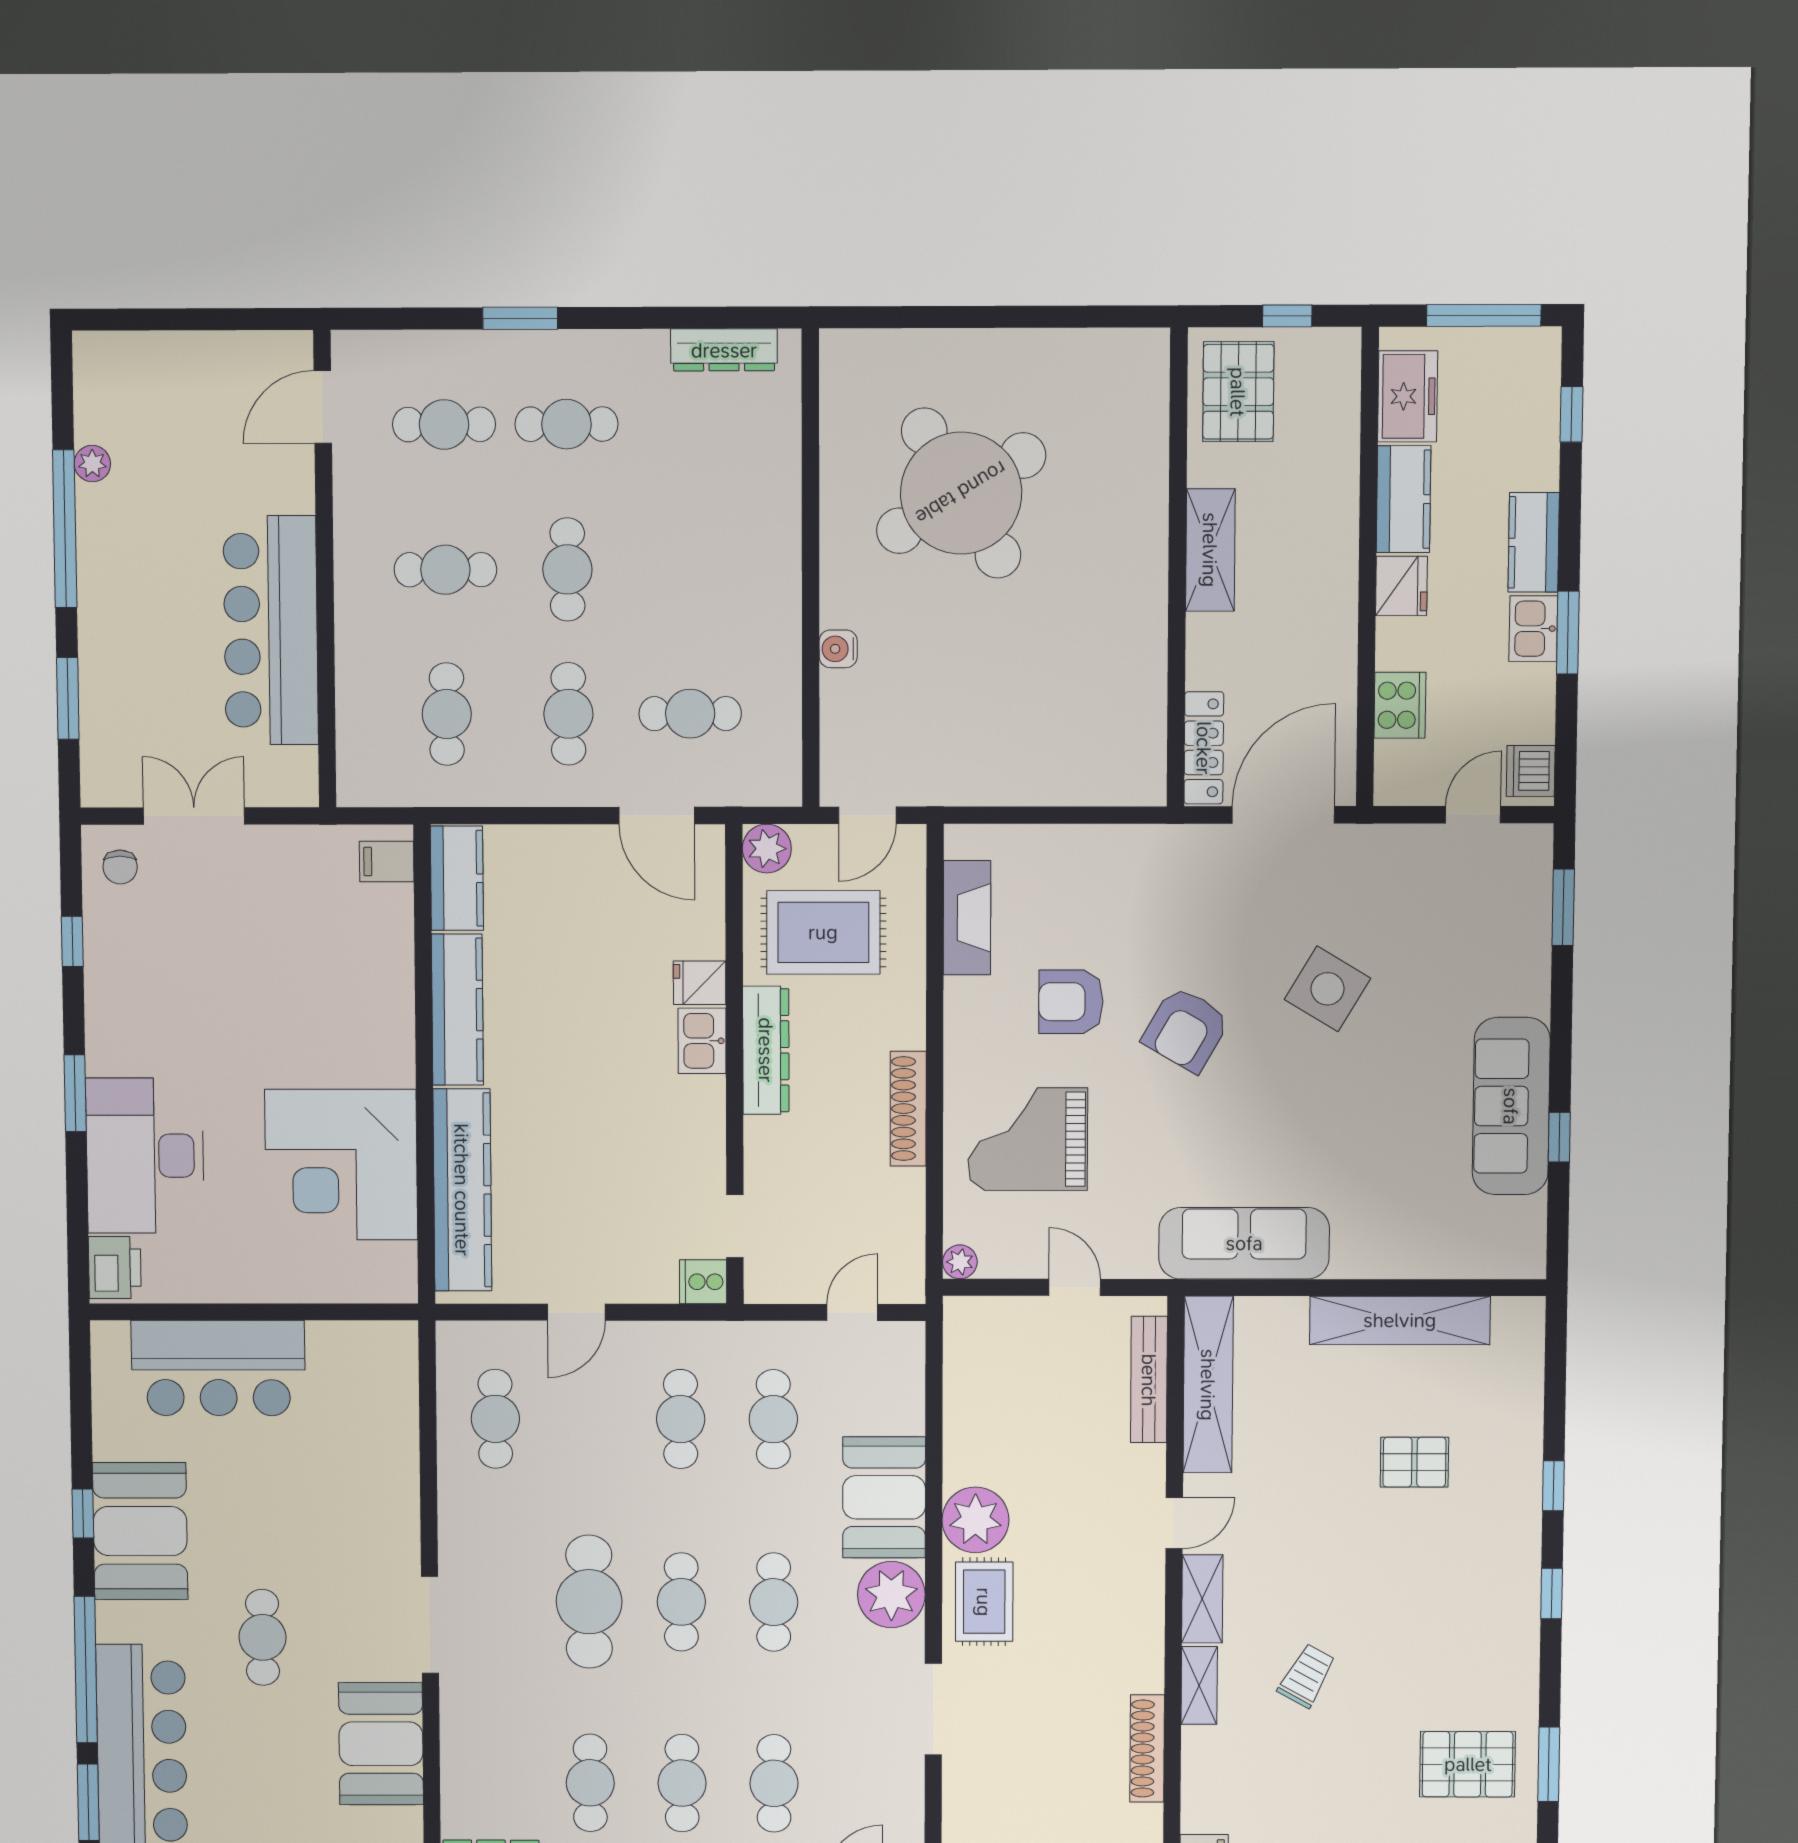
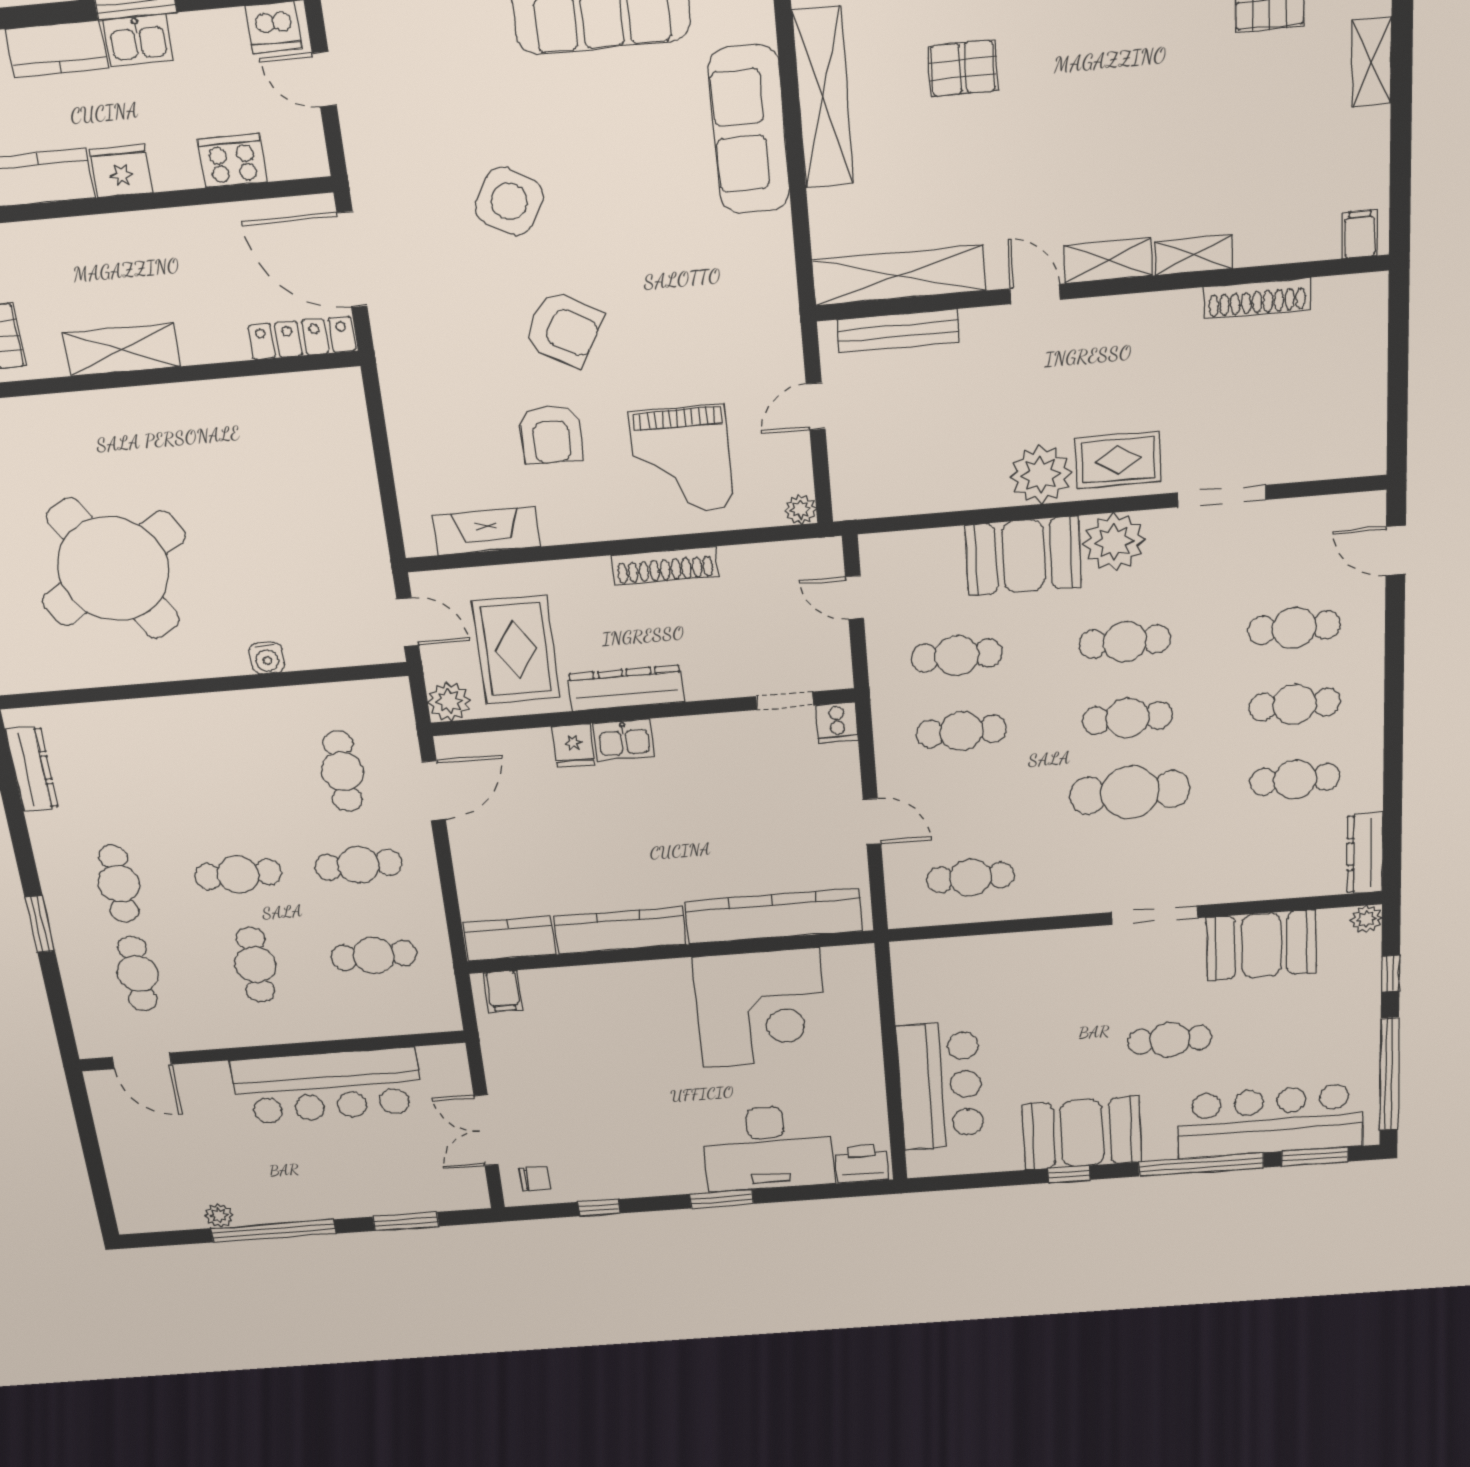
sofa: (1244, 1243) -> (749, 130), moved
pallet: (1414, 1462) -> (963, 68), turned 90
trolley: (1307, 1676) -> (1182, 152), removed

